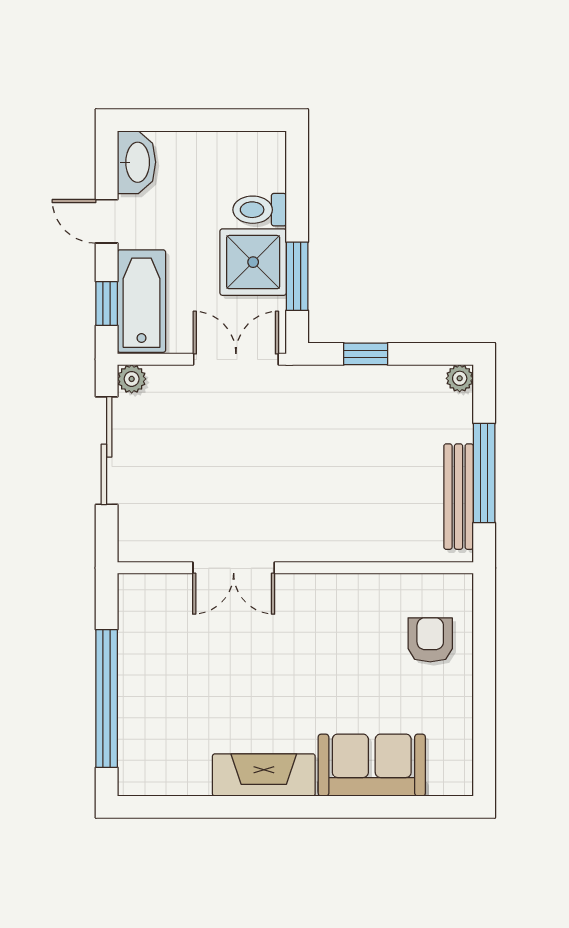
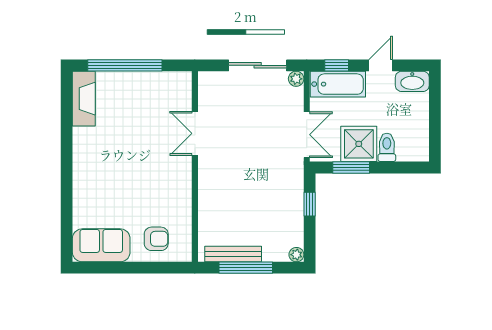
sofa: (372, 765) -> (101, 245), moved, turned -90
fireplace: (264, 775) -> (84, 99), moved

